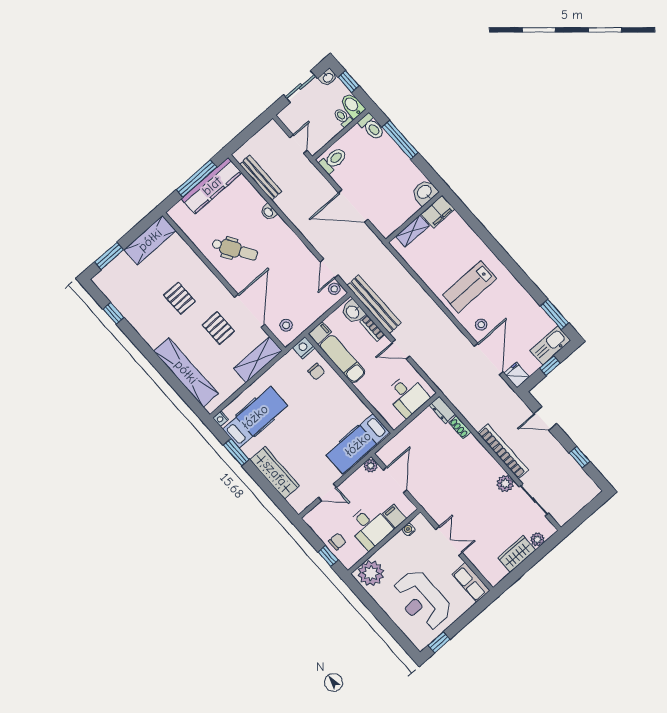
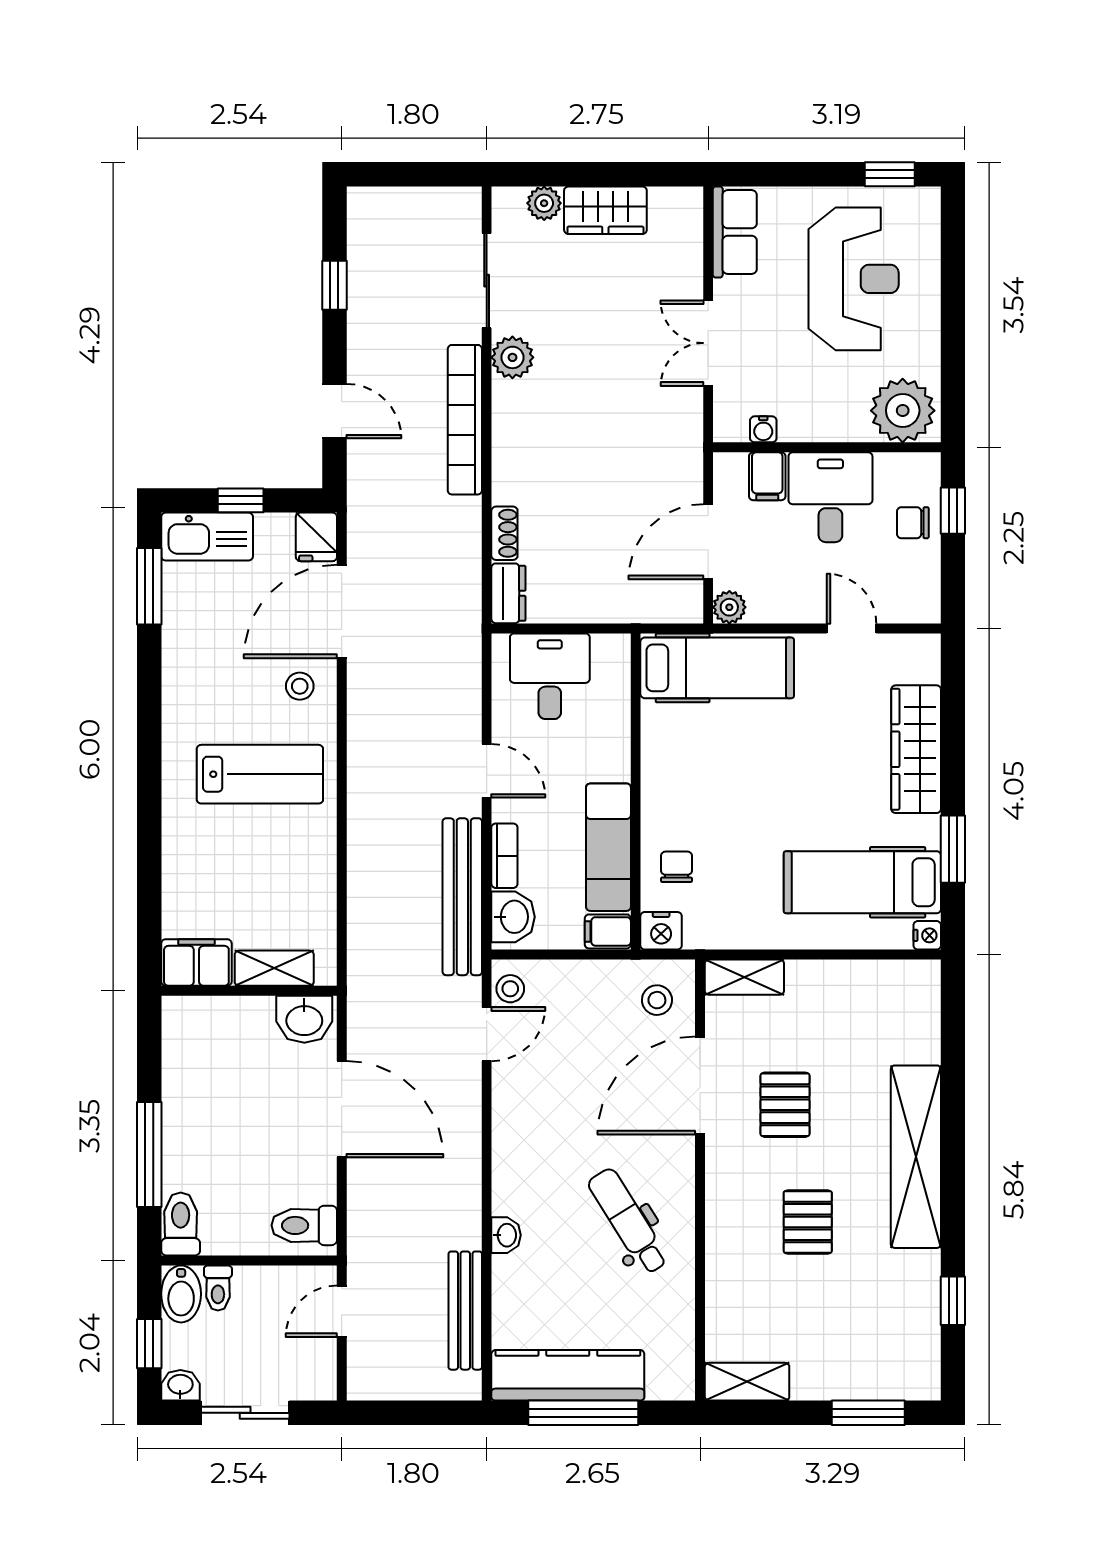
washbasin: (425, 192) -> (304, 1019), moved
shelving: (150, 240) -> (747, 1382), width x0.67, depth x0.75
shelving: (258, 360) -> (744, 977), width x0.67, depth x0.75
shelving: (186, 372) -> (916, 1157), moved

